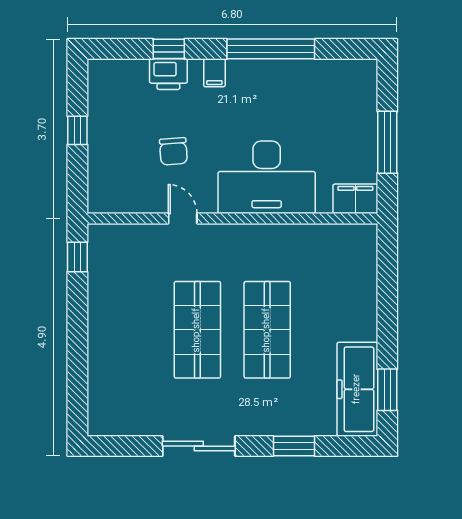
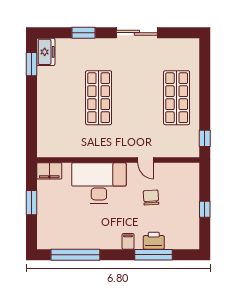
window: (169, 49) -> (154, 255), width x2.17
window: (271, 49) -> (75, 255), moved
window: (387, 142) -> (31, 203), width x0.69
shop shelf: (197, 330) -> (177, 98), moved
freezer: (357, 389) -> (46, 52), width x0.52, depth x0.79

